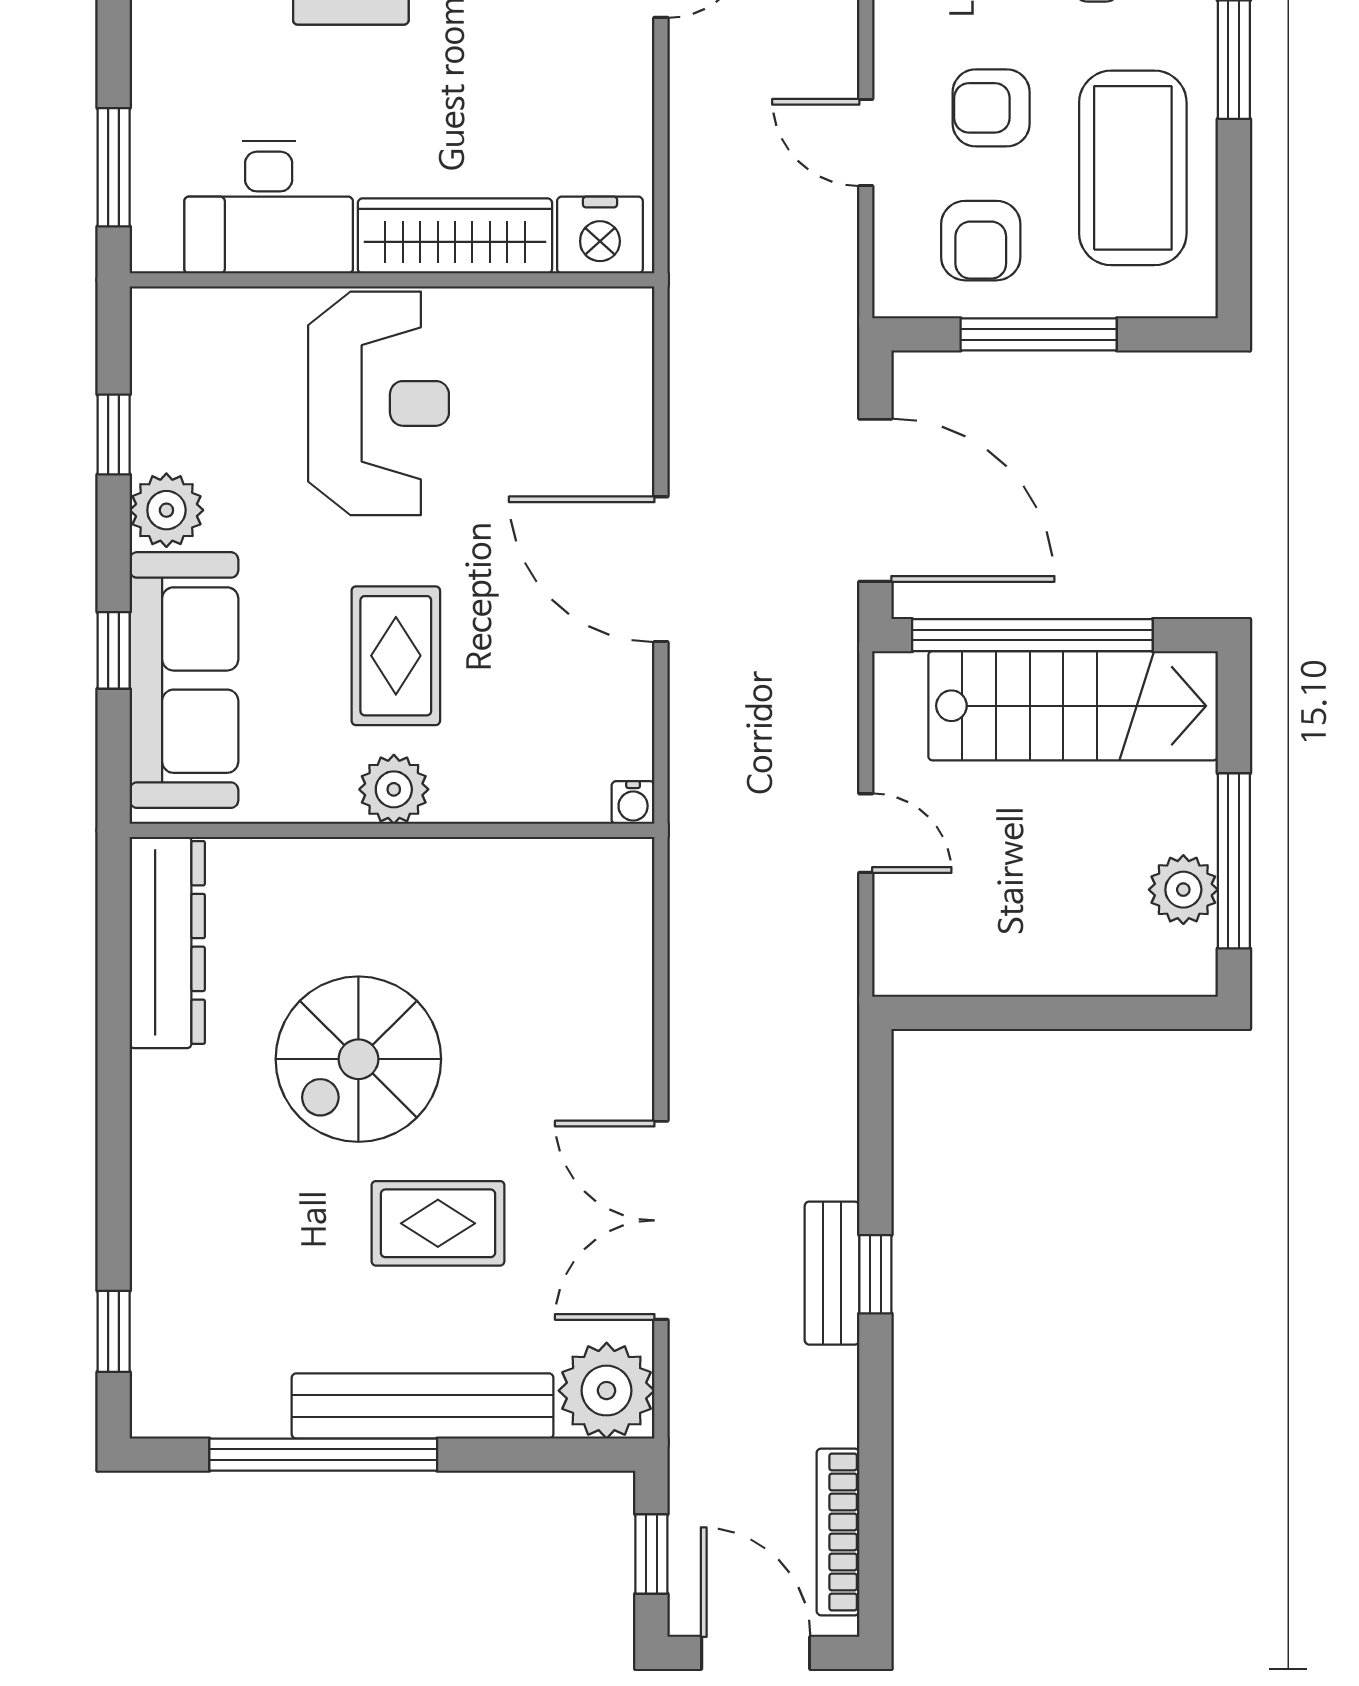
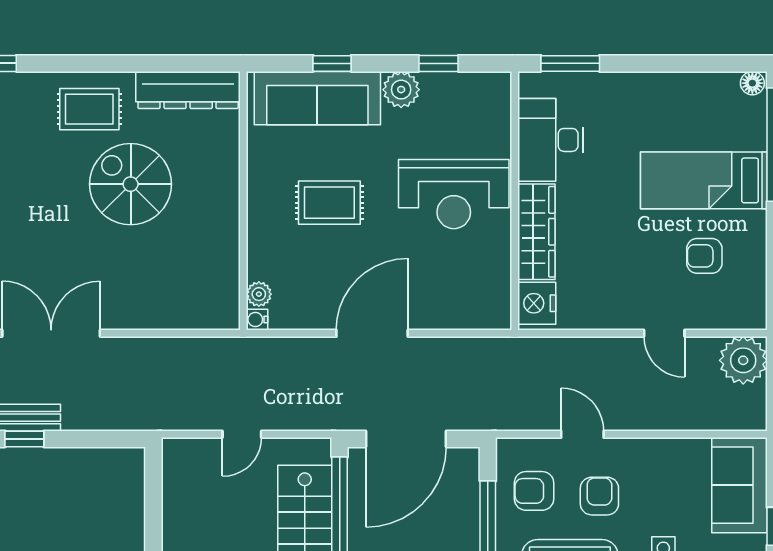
door: (866, 142) -> (582, 434), hinge flipped
plant: (394, 789) -> (259, 294), moved, width x0.73, depth x0.73
rug: (438, 1223) -> (89, 109), moved, turned 90

